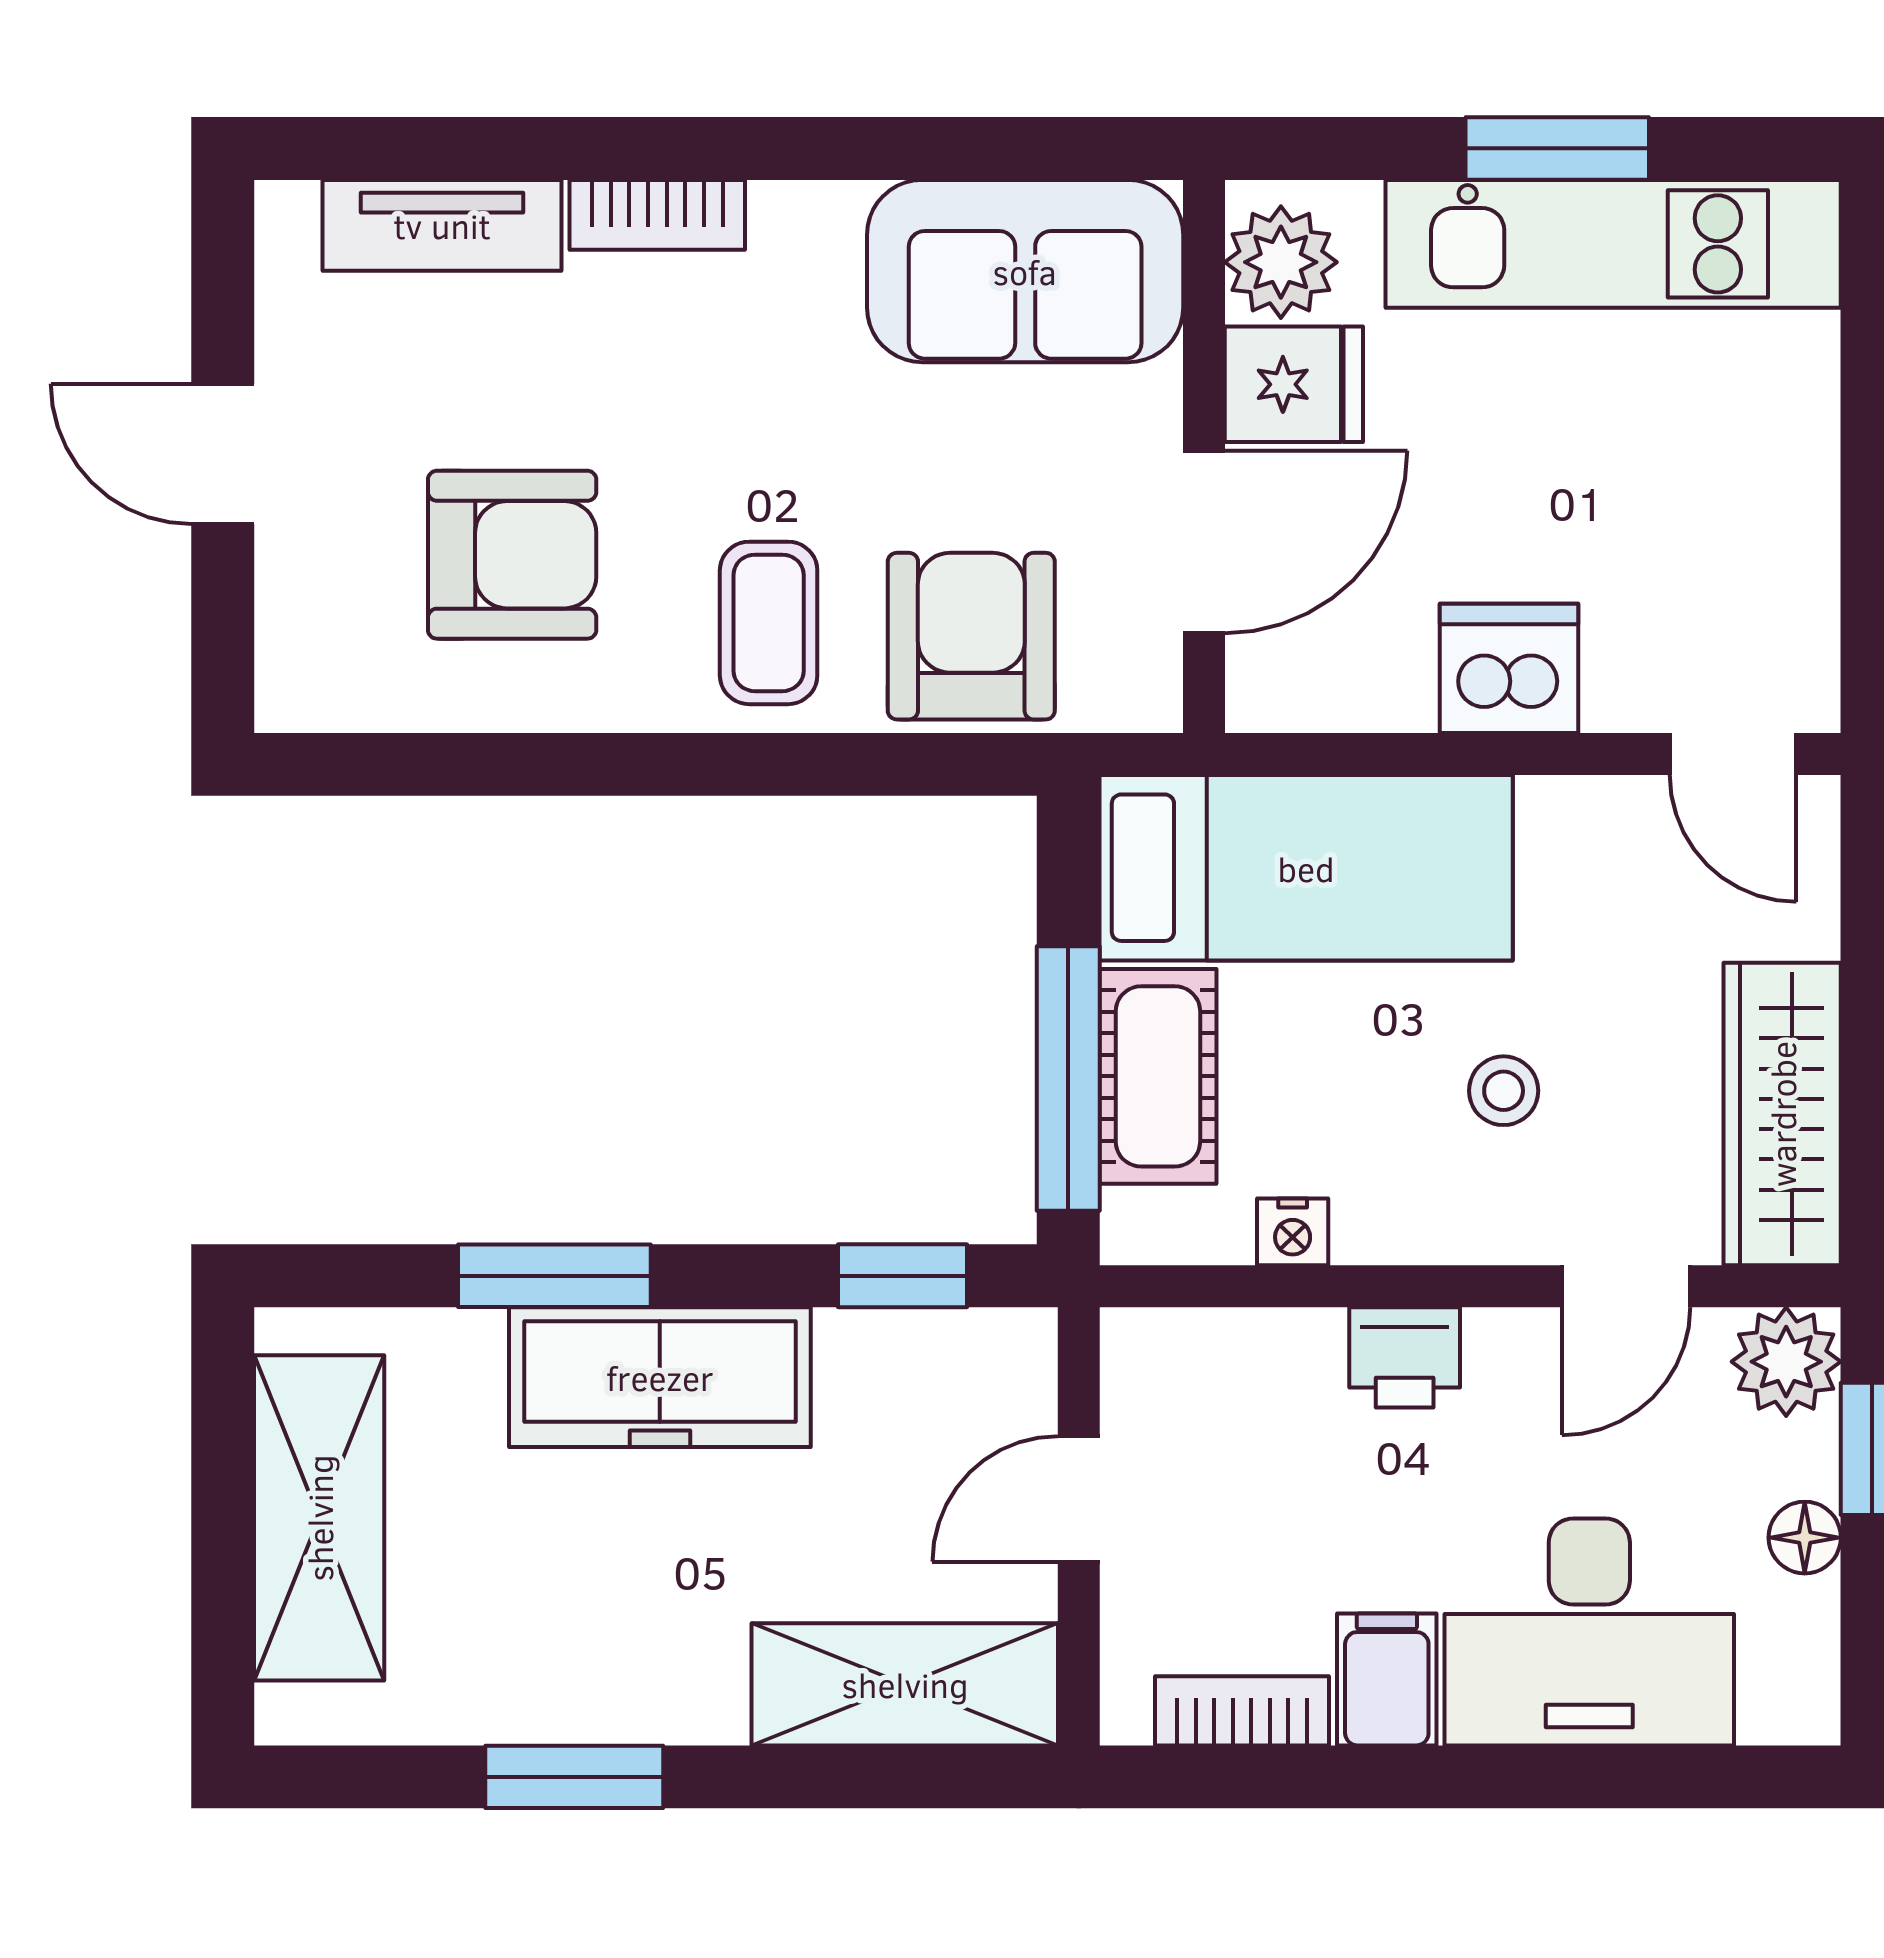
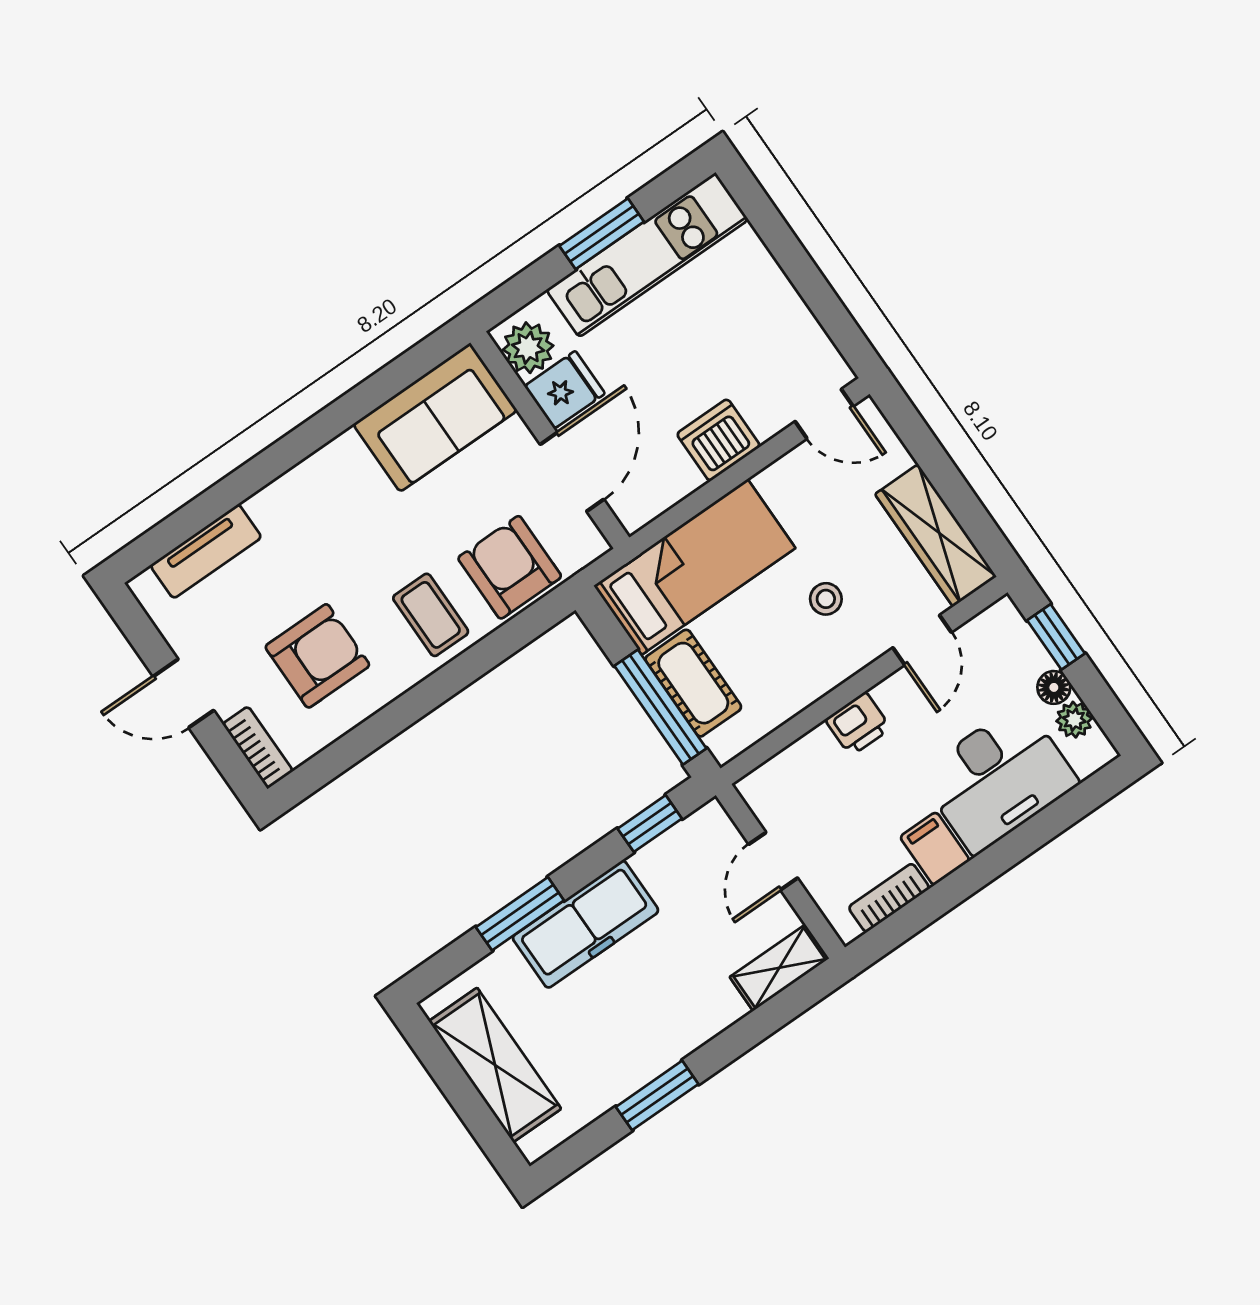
bookcase: (657, 215) -> (258, 747), moved, turned -90
nightstand: (1293, 1232) -> (784, 706), removed
plant: (1786, 1362) -> (1074, 720), moved, width x0.73, depth x0.73
shelving: (905, 1684) -> (779, 968), width x0.67, depth x0.75

